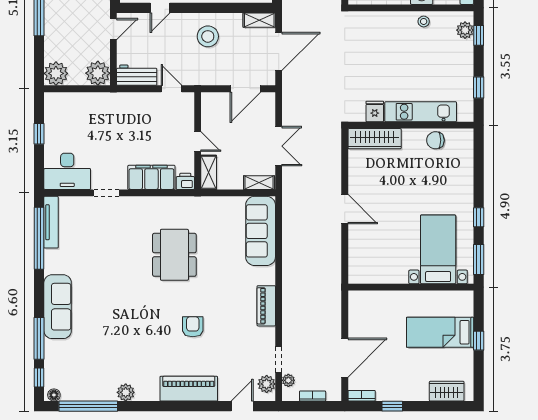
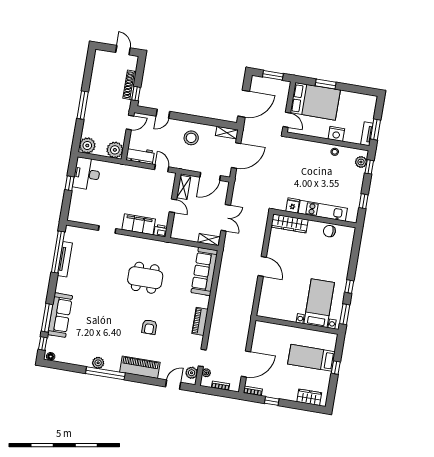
desk: (67, 171) -> (87, 174), moved, turned 90
shelving: (209, 172) -> (184, 187), moved
tv unit: (51, 222) -> (65, 259), moved
dining table: (174, 255) -> (145, 278), turned 90
sofa: (58, 307) -> (60, 315), moved
armchair: (193, 327) -> (149, 327), turned 180
window: (88, 406) -> (105, 373), moved

